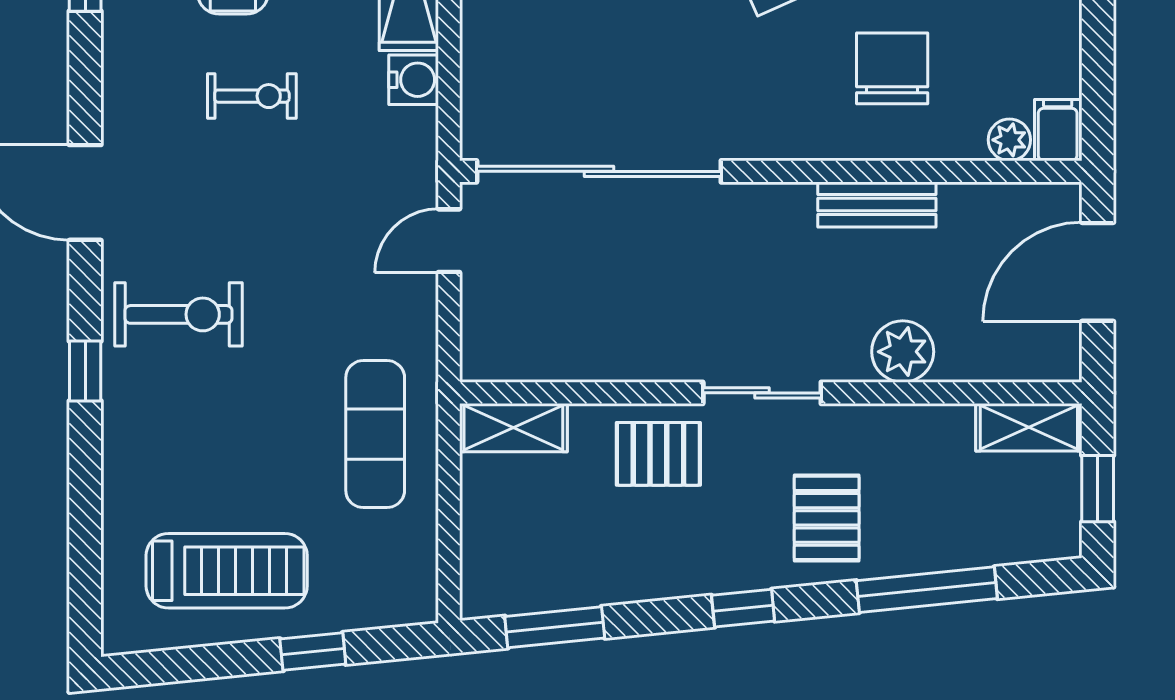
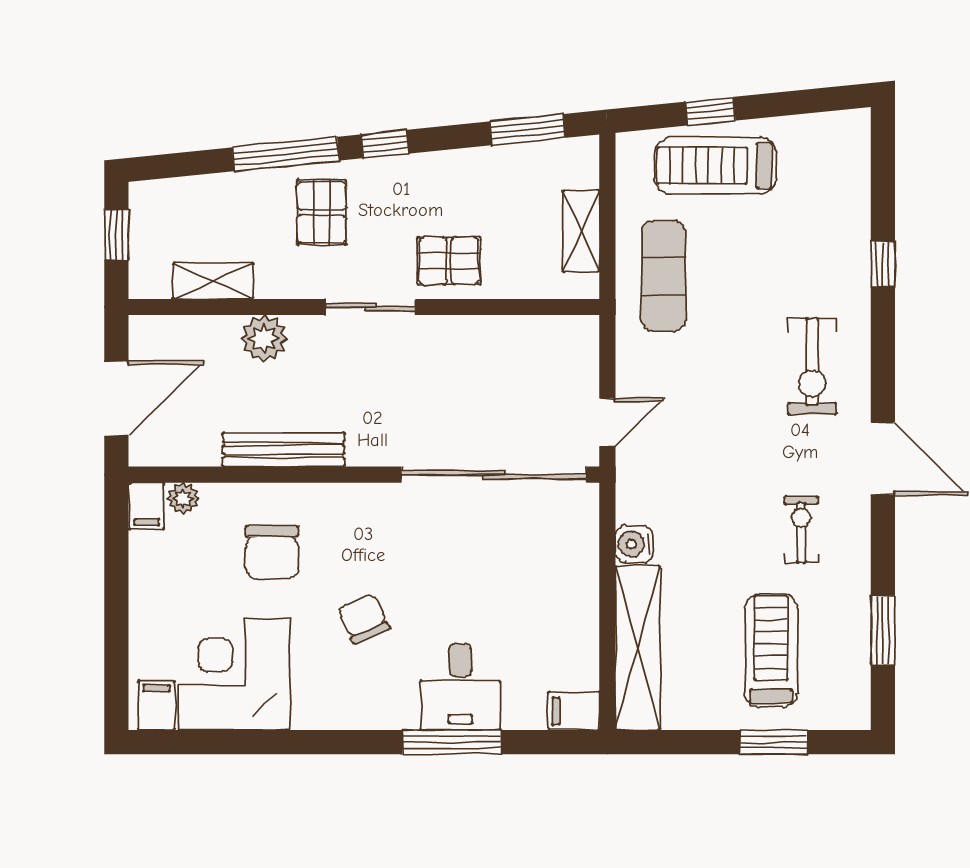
exercise bike: (252, 96) -> (801, 530), moved, turned 90
bench: (877, 204) -> (283, 450), width x1.36
exercise bike: (179, 314) -> (812, 366), turned -90
window: (85, 371) -> (883, 264), moved
shelving: (1029, 427) -> (213, 281), moved
shelving: (513, 428) -> (581, 231), moved, turned 90
treadmill: (227, 571) -> (716, 165), moved
window: (927, 590) -> (286, 154), moved

